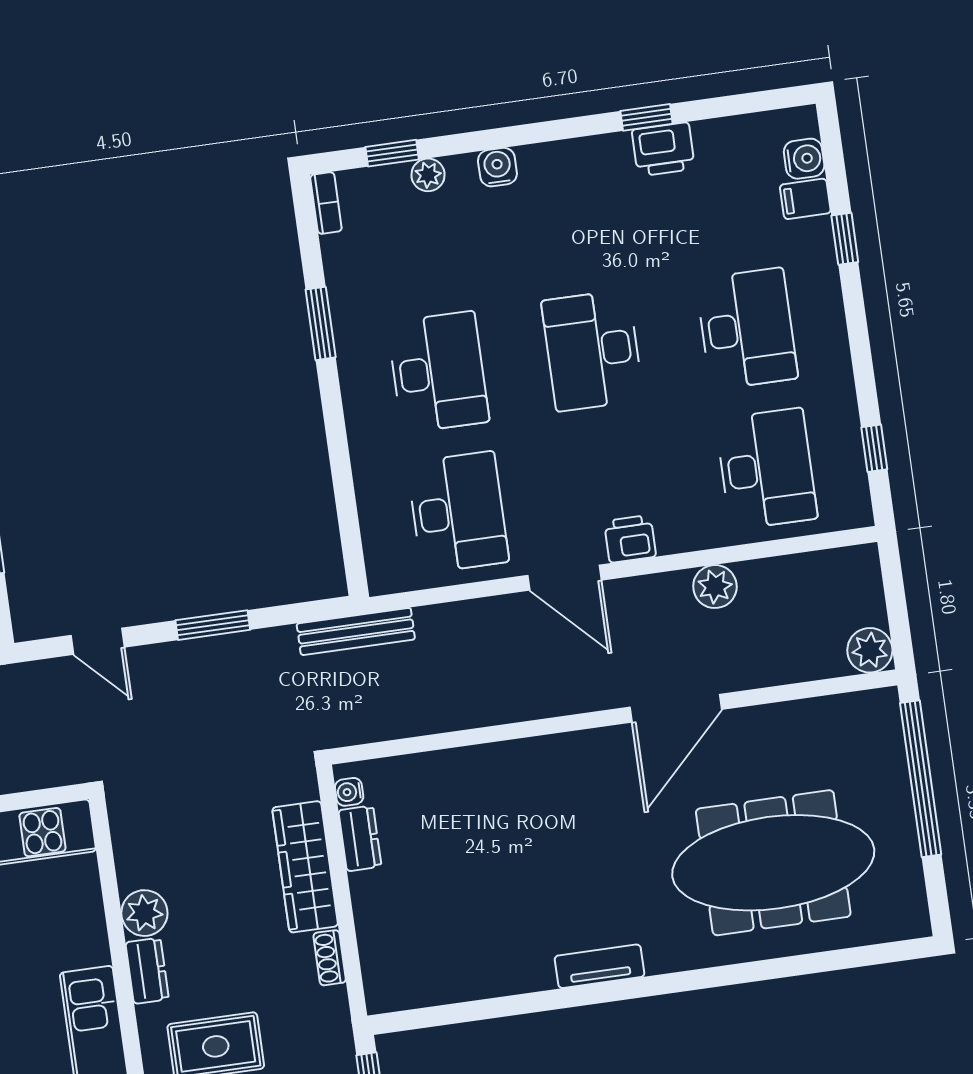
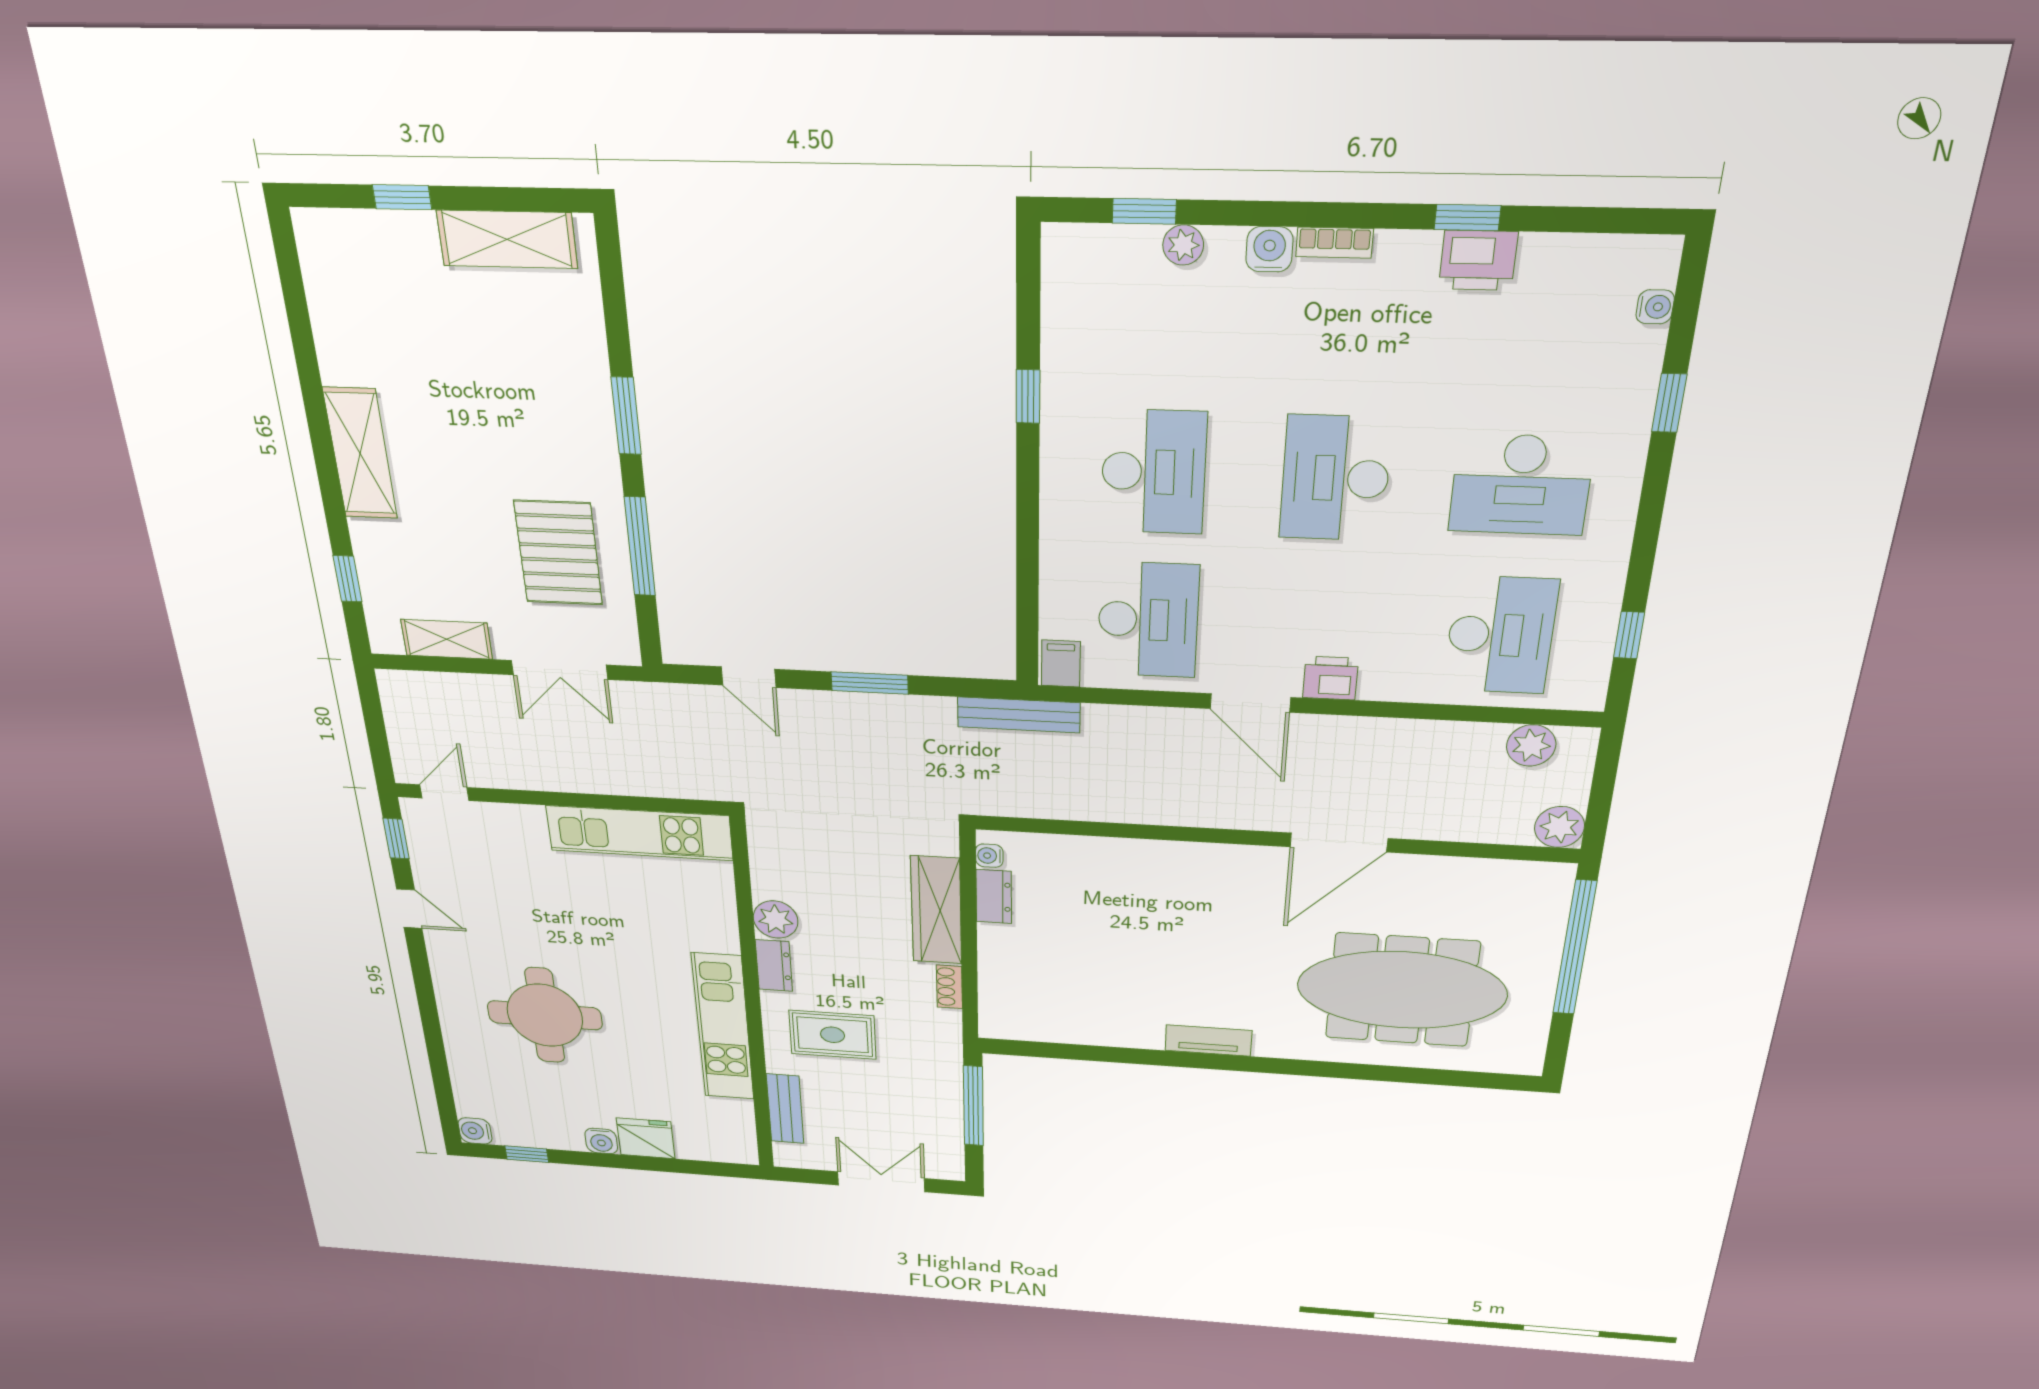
water cooler: (804, 159) -> (1655, 307), width x0.72, depth x0.72
filing cabinet: (805, 199) -> (1061, 664), moved, turned 90
bookcase: (326, 203) -> (1334, 243), moved, turned 90
window: (321, 323) -> (1028, 396), width x0.67
desk: (747, 329) -> (1521, 485), turned 90
plant: (715, 587) -> (1531, 745), moved

